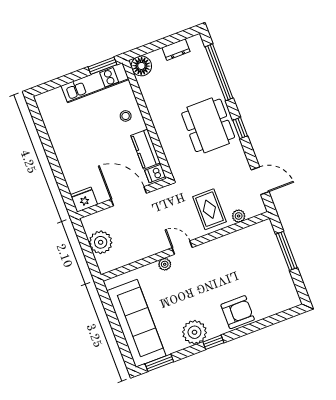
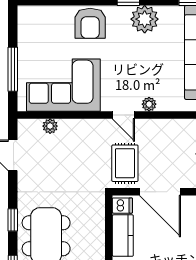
rug: (209, 209) -> (125, 163), moved
corner sofa: (240, 253) -> (63, 85), added
armchair: (238, 312) -> (90, 23), turned -90

